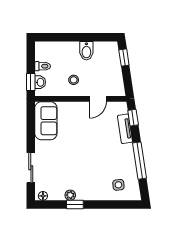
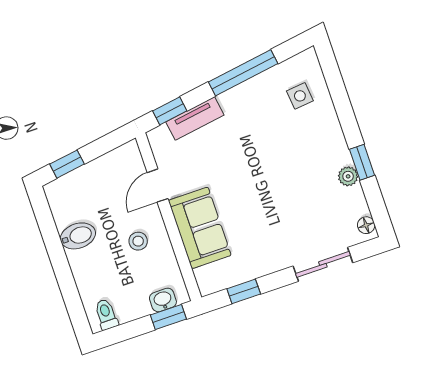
toilet: (43, 66) -> (106, 314), moved
door: (98, 99) -> (158, 186), swing flipped
sofa: (46, 121) -> (200, 228), moved, turned 90
window: (31, 124) -> (244, 291), added

